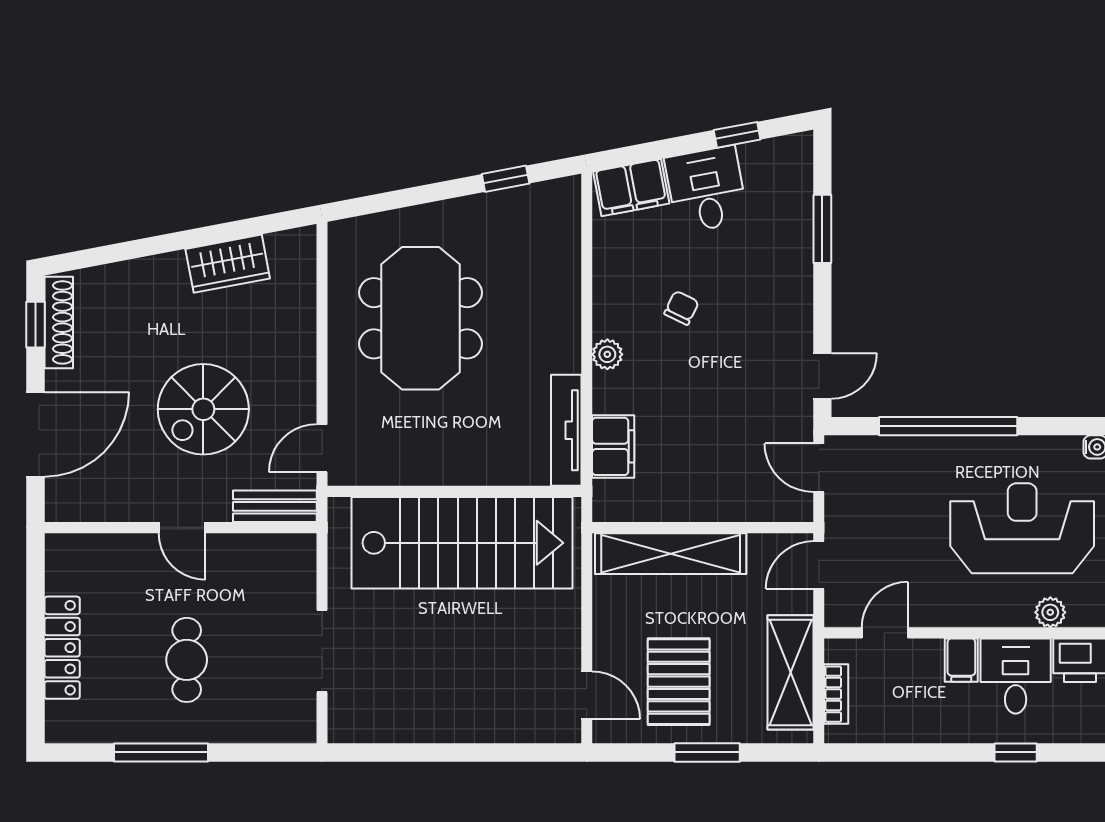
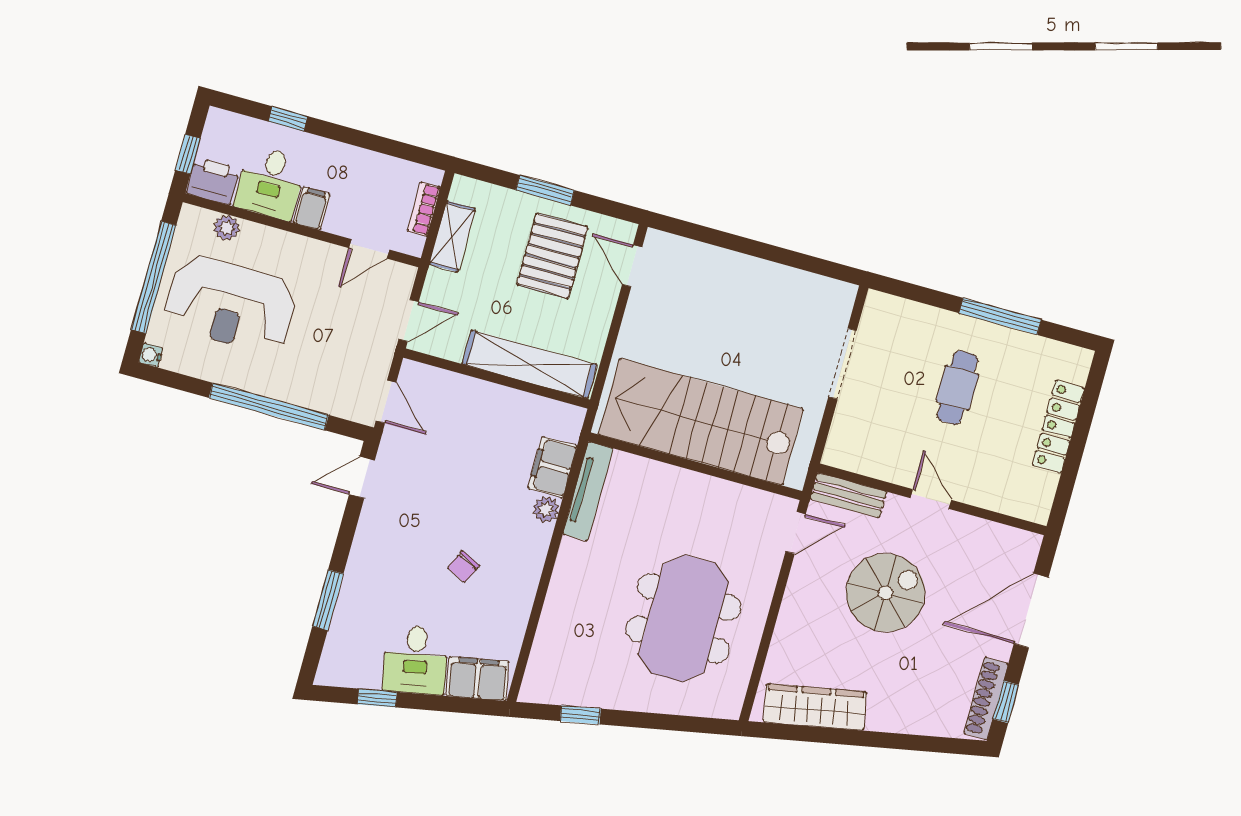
wardrobe: (228, 264) -> (815, 707), width x1.50
plant: (607, 354) -> (546, 510), moved
shelving: (790, 672) -> (452, 236), width x0.67, depth x0.75

